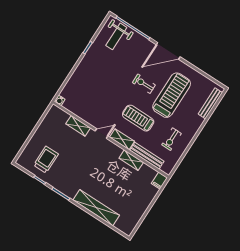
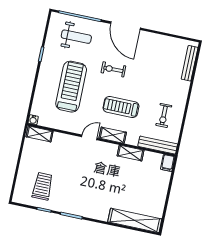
weight bench: (116, 36) -> (76, 37), moved, turned -90
door: (168, 51) -> (125, 26), hinge flipped
treadmill: (172, 95) -> (71, 87), moved
shelving: (78, 126) -> (40, 134), moved
bench: (147, 156) -> (158, 145), moved
shelving: (96, 208) -> (135, 220), moved

